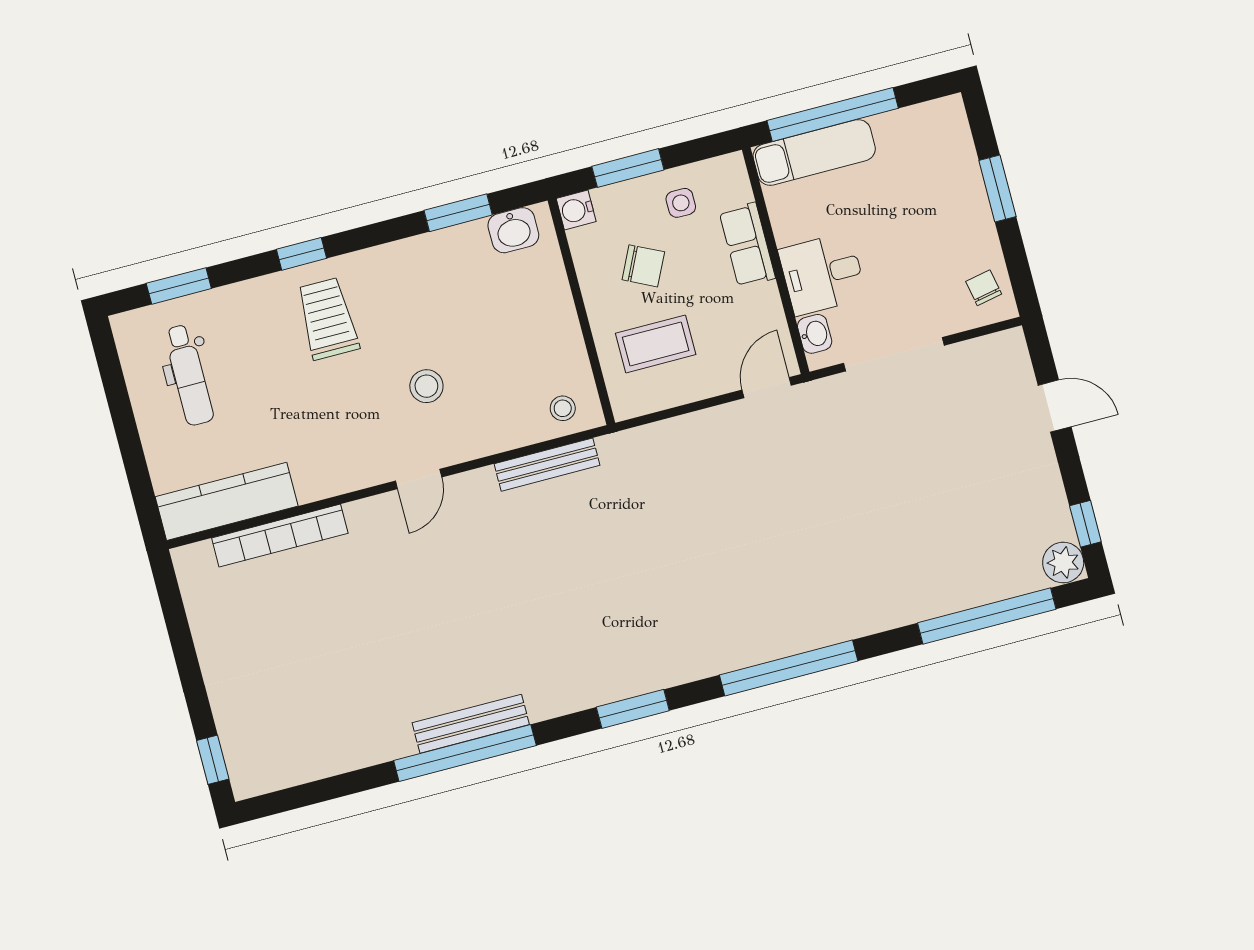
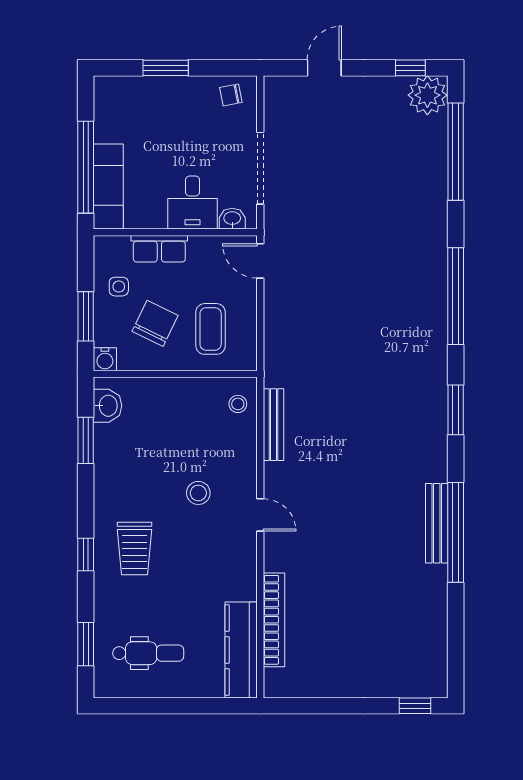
chair: (643, 266) -> (155, 323), width x1.37, depth x1.37
trolley: (327, 319) -> (134, 548), turned -90
plant: (1063, 563) -> (427, 95), width x1.36, depth x1.36

